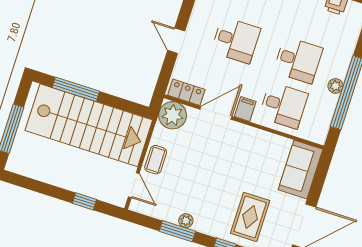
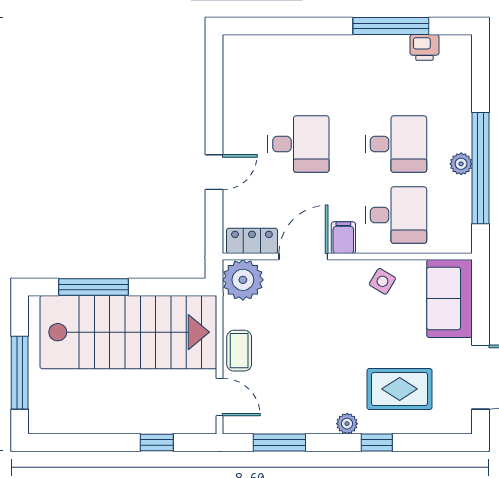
door: (176, 41) -> (214, 172), swing flipped
side table: (261, 145) -> (382, 281), added
rug: (250, 217) -> (400, 389), turned 90
plant: (186, 221) -> (347, 424), moved
window: (177, 231) -> (279, 442), moved

